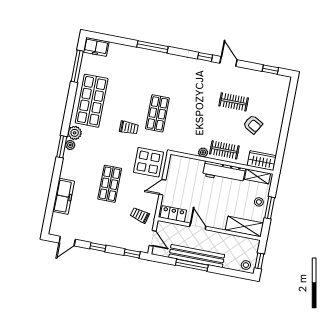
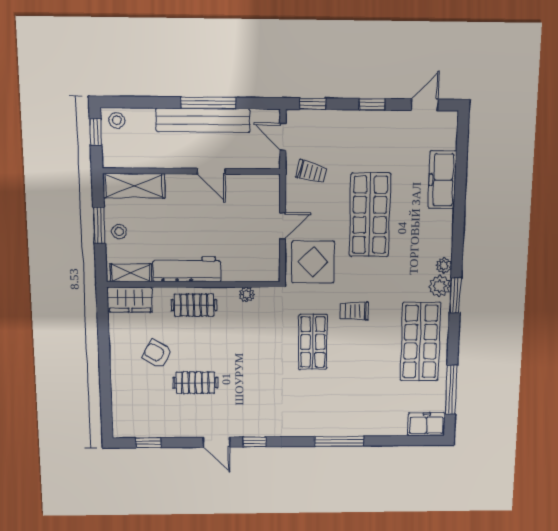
window: (62, 147) -> (455, 296), moved
plant: (203, 152) -> (247, 294), moved
shop shelf: (110, 184) -> (370, 215), width x1.43, depth x1.36
locker: (173, 214) -> (256, 185), removed

